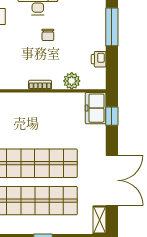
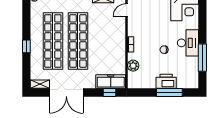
printer: (99, 59) -> (166, 81), moved, width x1.87, depth x1.48
freezer: (96, 108) -> (111, 82), width x1.40

